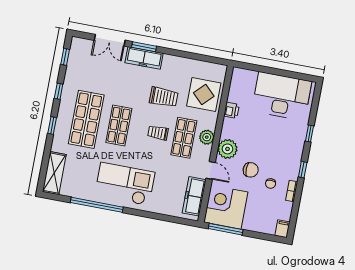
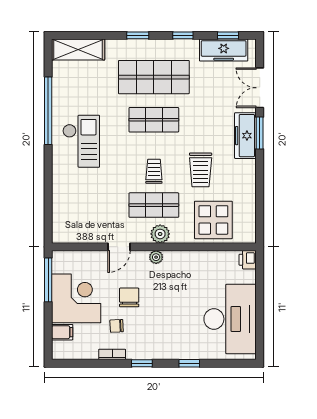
printer: (232, 110) -> (248, 260), moved, turned 90
plant: (227, 149) -> (156, 257), width x0.53, depth x0.53
chair: (251, 170) -> (129, 297), turned 180
checkout: (125, 184) -> (81, 141), width x0.73, depth x0.83
freezer: (194, 196) -> (224, 50), moved, turned 180
corner desk: (226, 207) -> (76, 298), moved
filing cabinet: (282, 229) -> (62, 332), moved

